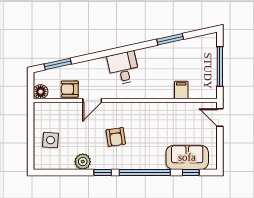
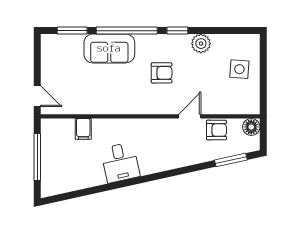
window: (170, 39) -> (97, 190), removed
desk: (123, 68) -> (120, 162), moved
armchair: (116, 137) -> (162, 73), turned 98
sofa: (187, 157) -> (109, 48), moved
window: (191, 172) -> (72, 31), width x1.50

